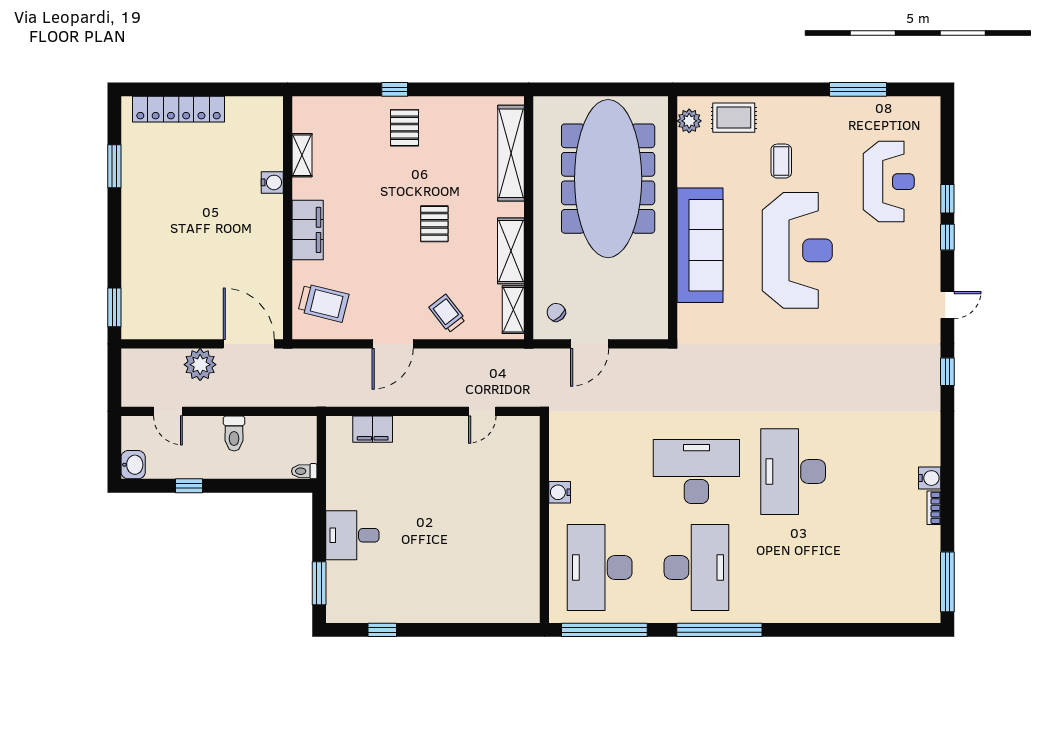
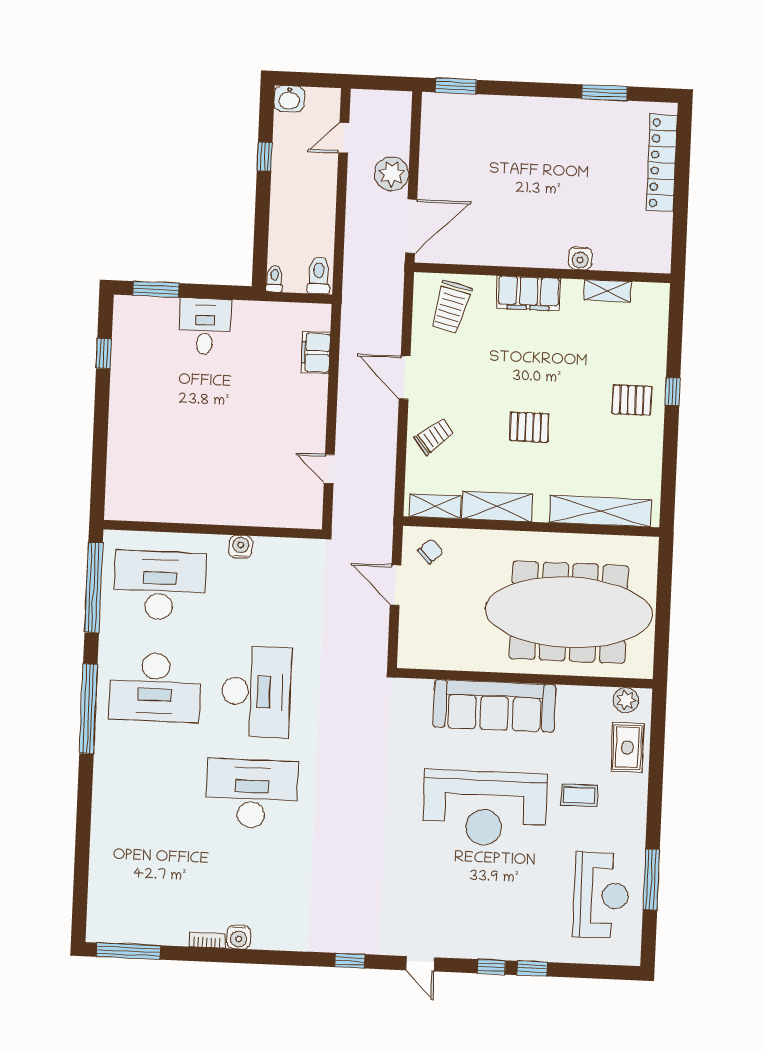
reception desk: (889, 182) -> (601, 895), moved, turned -90
toilet: (234, 434) -> (319, 275), moved, turned 90

